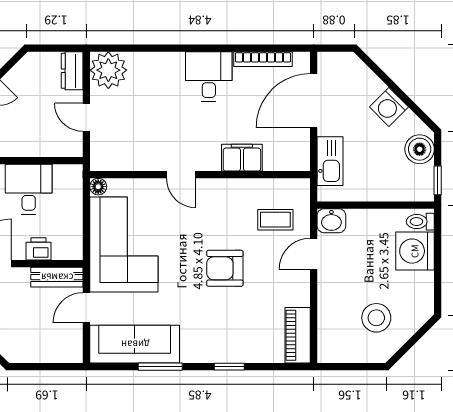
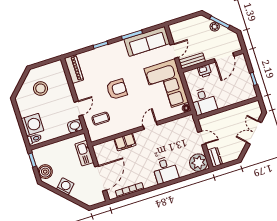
desk: (209, 77) -> (165, 170), moved
door: (181, 175) -> (150, 126), hinge flipped
desk: (29, 189) -> (204, 101), moved

